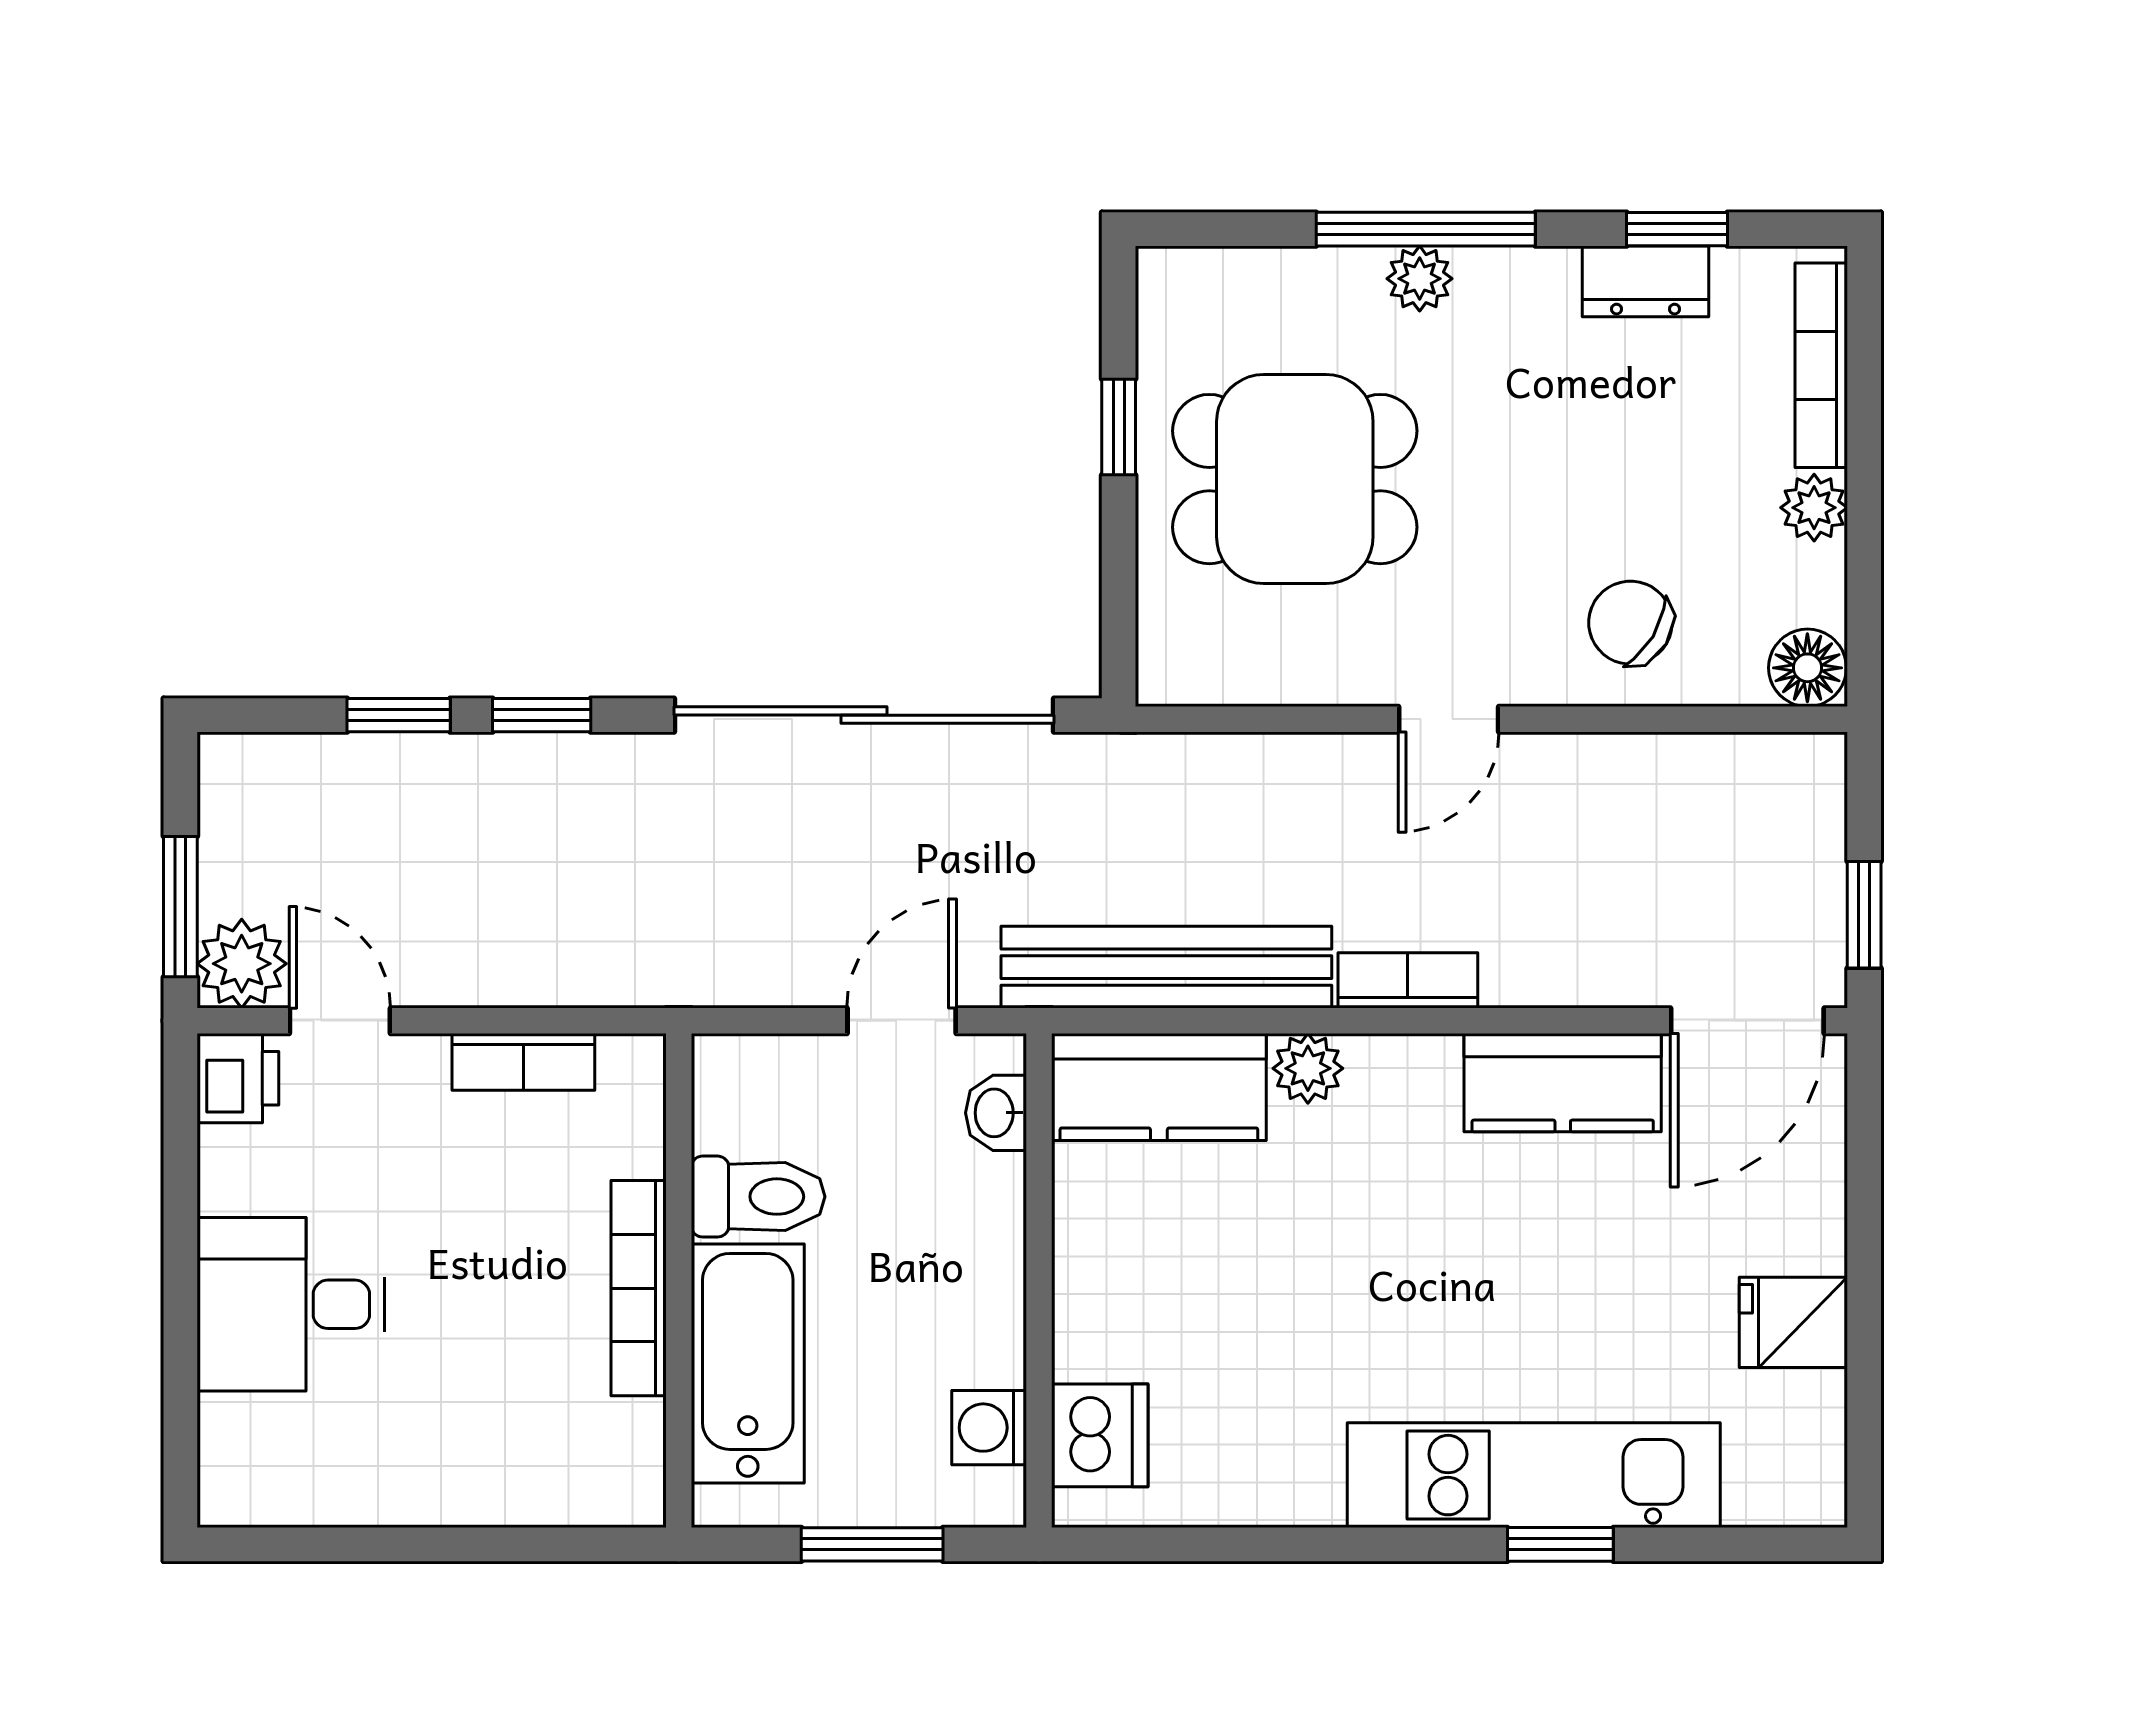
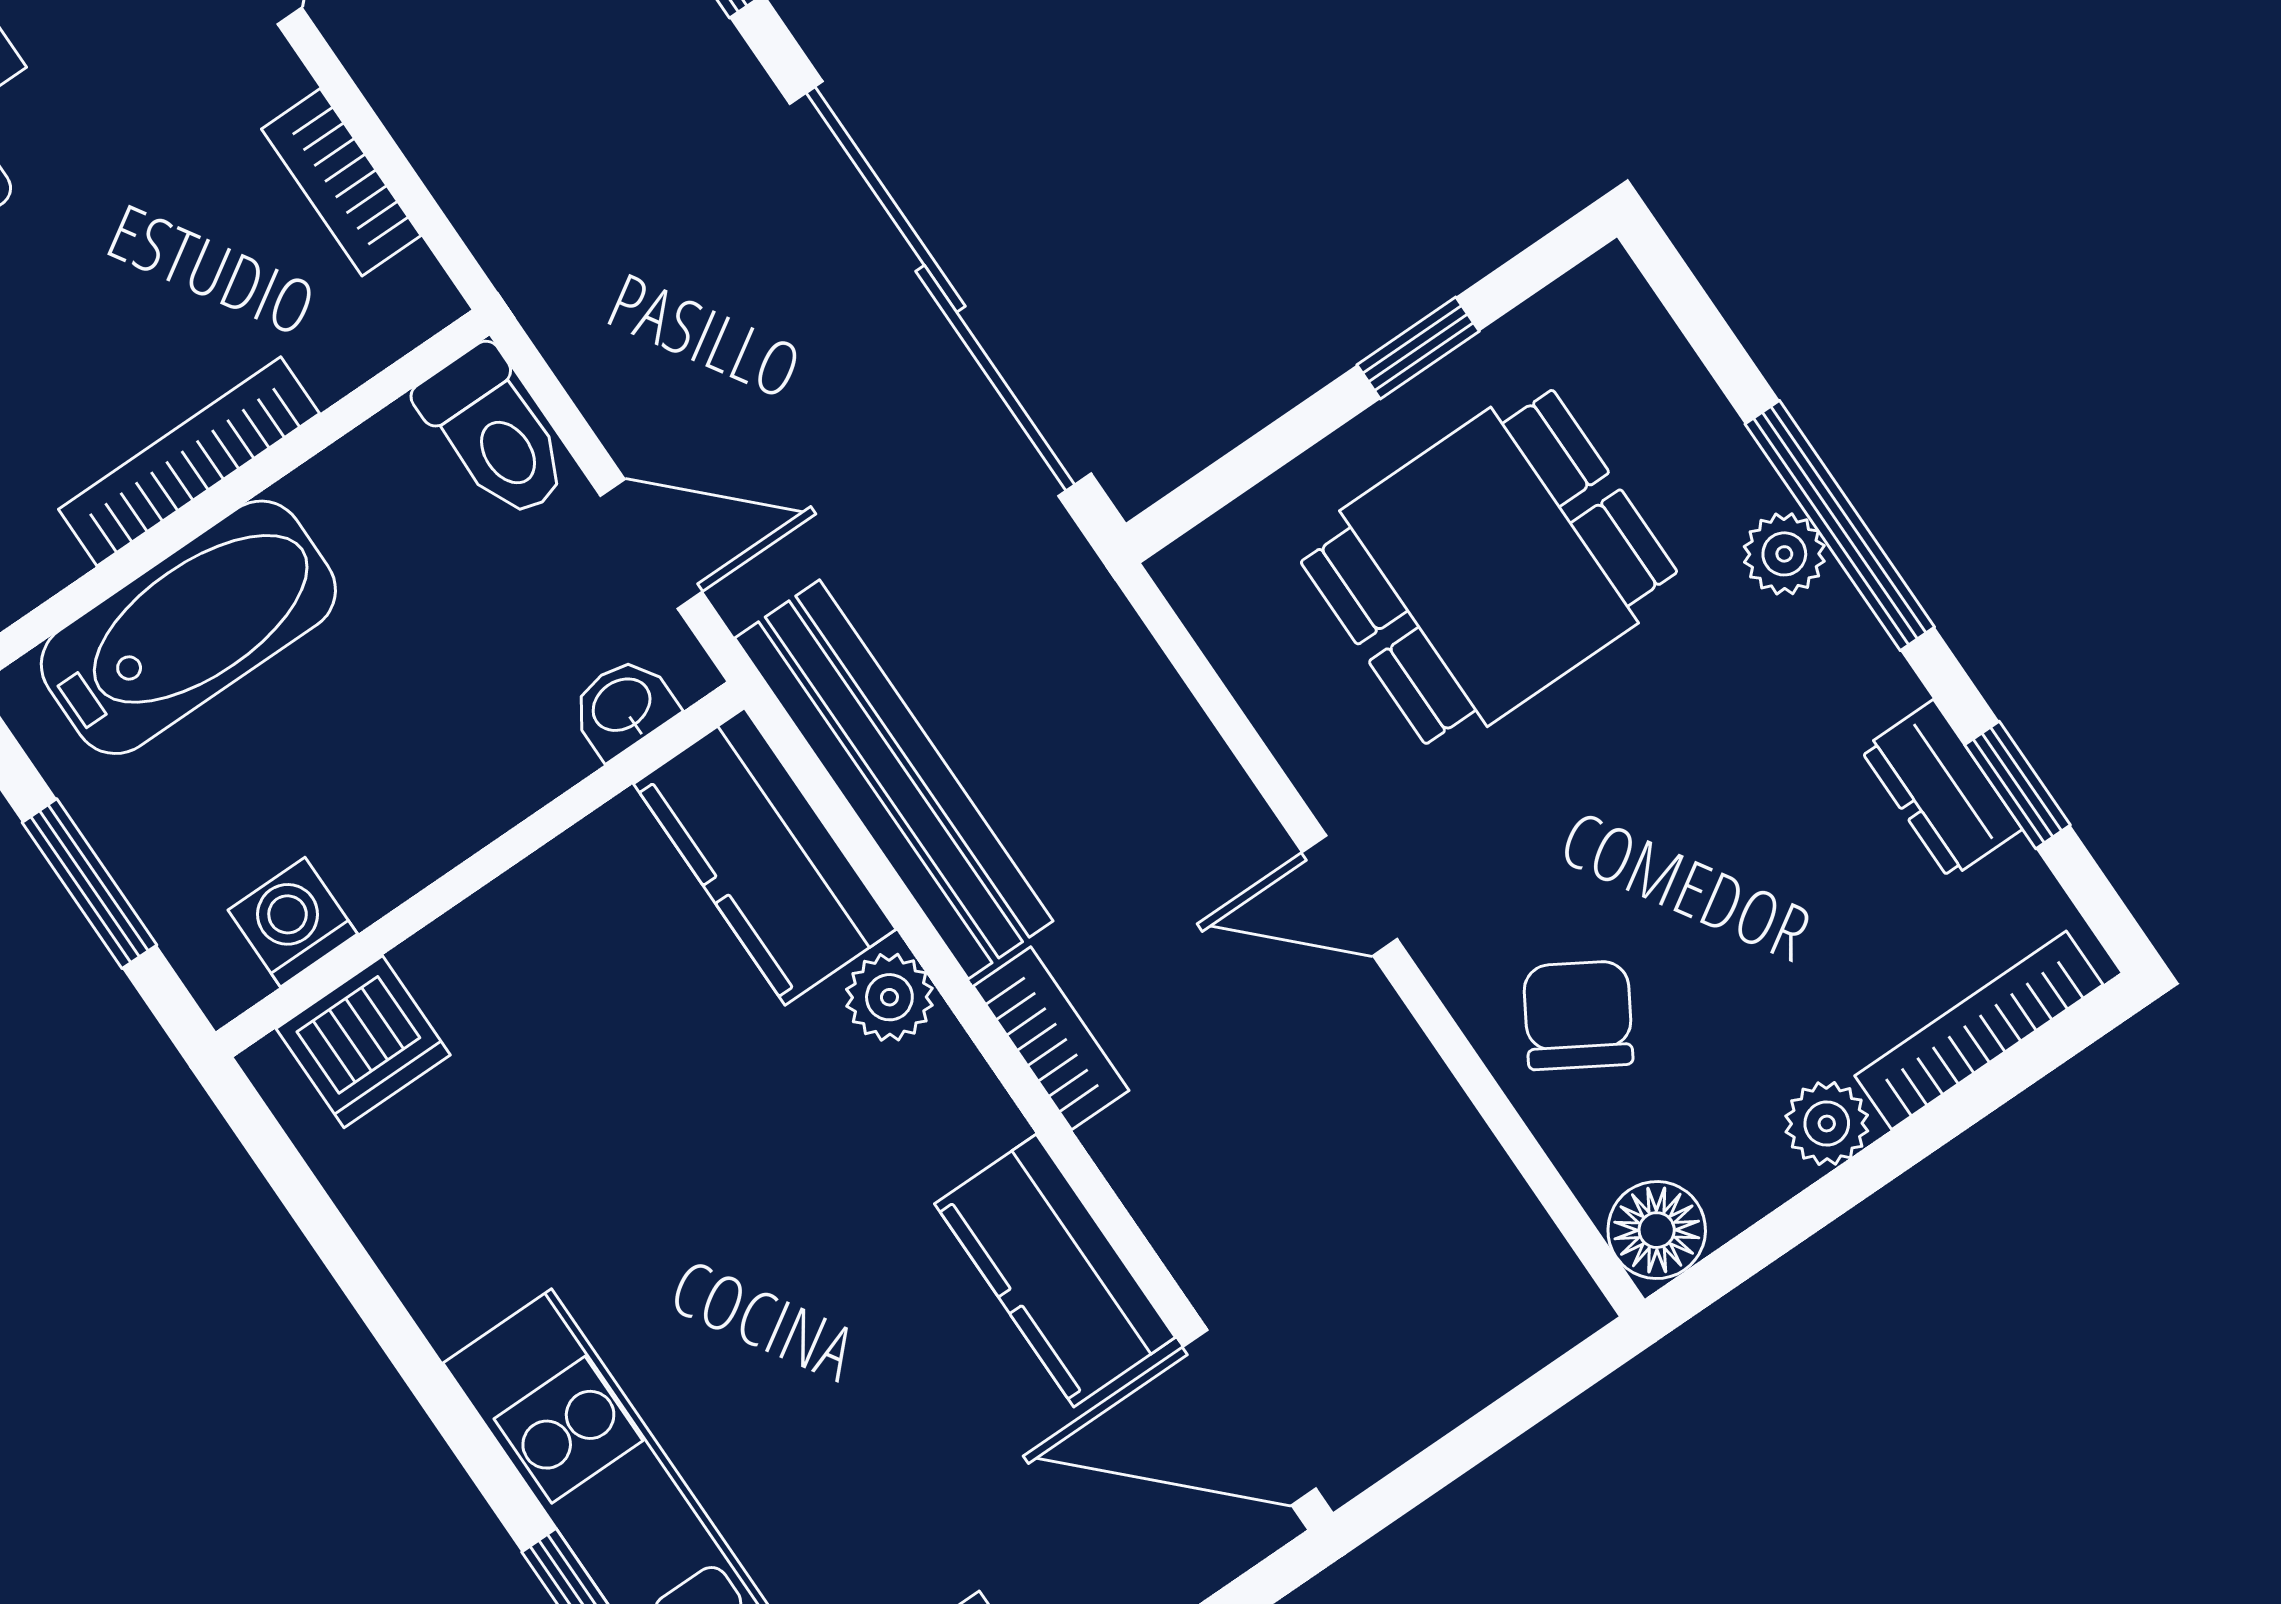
dining table: (1295, 479) -> (1489, 567), turned 90
window: (1864, 915) -> (1442, 1463), removed
toilet: (758, 1197) -> (495, 433), moved

